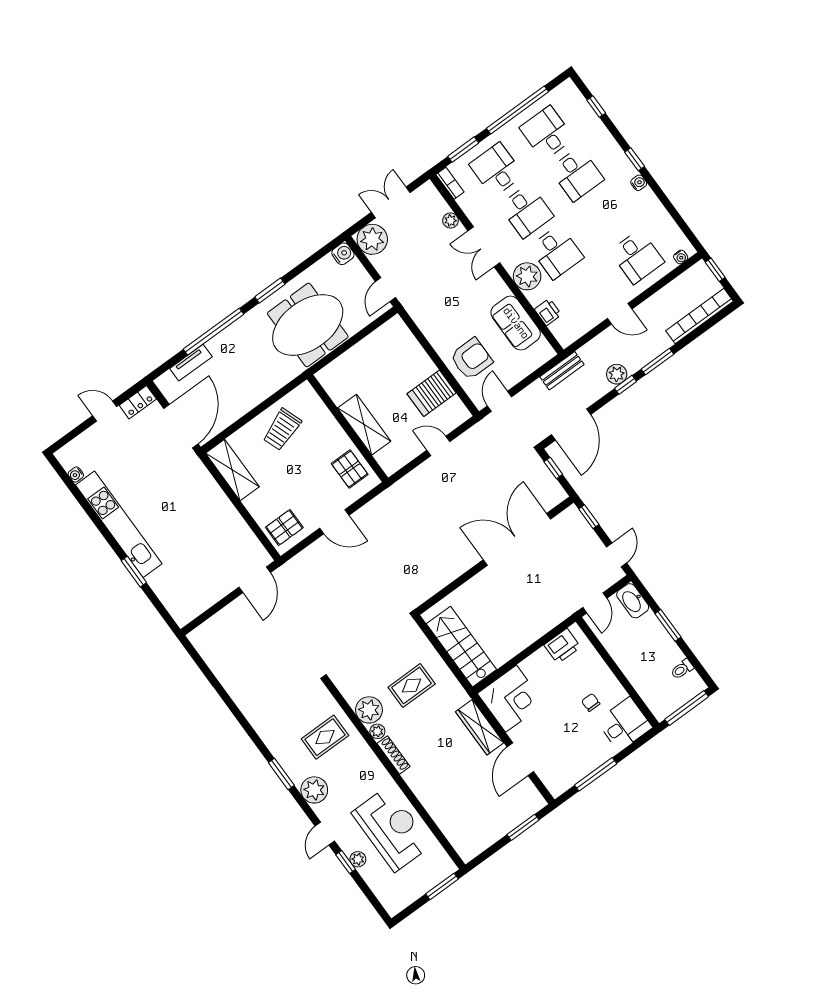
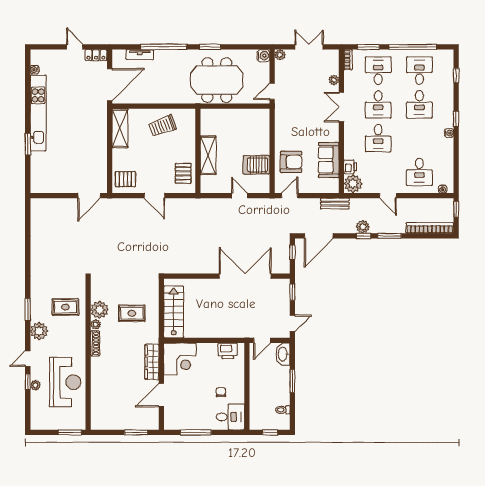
plant: (372, 239) -> (280, 55), width x0.53, depth x0.53
plant: (527, 276) -> (353, 184), moved
window: (687, 708) -> (270, 432), width x0.46

